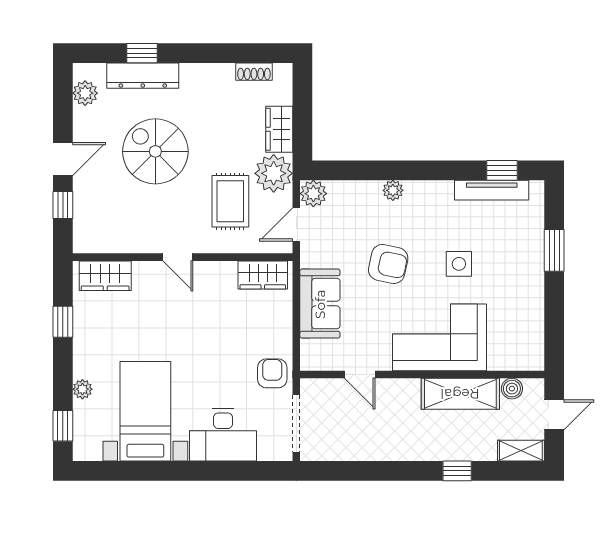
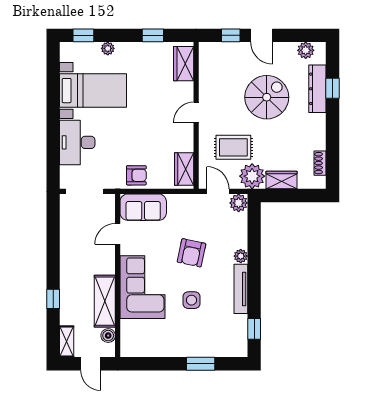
tv unit: (492, 190) -> (241, 289), moved
sofa: (320, 304) -> (143, 207), moved
armchair: (272, 373) -> (136, 175), moved

